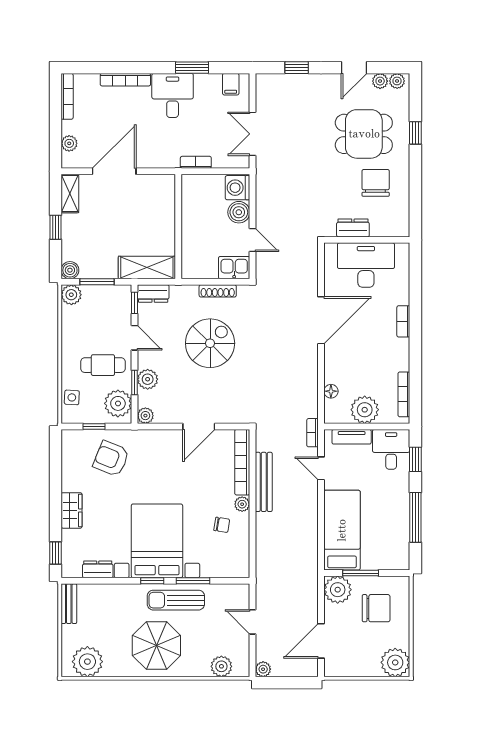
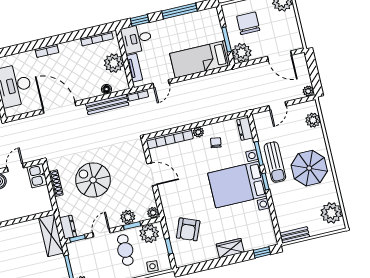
bench: (264, 482) -> (107, 104), moved
dresser: (98, 569) -> (245, 129), moved

